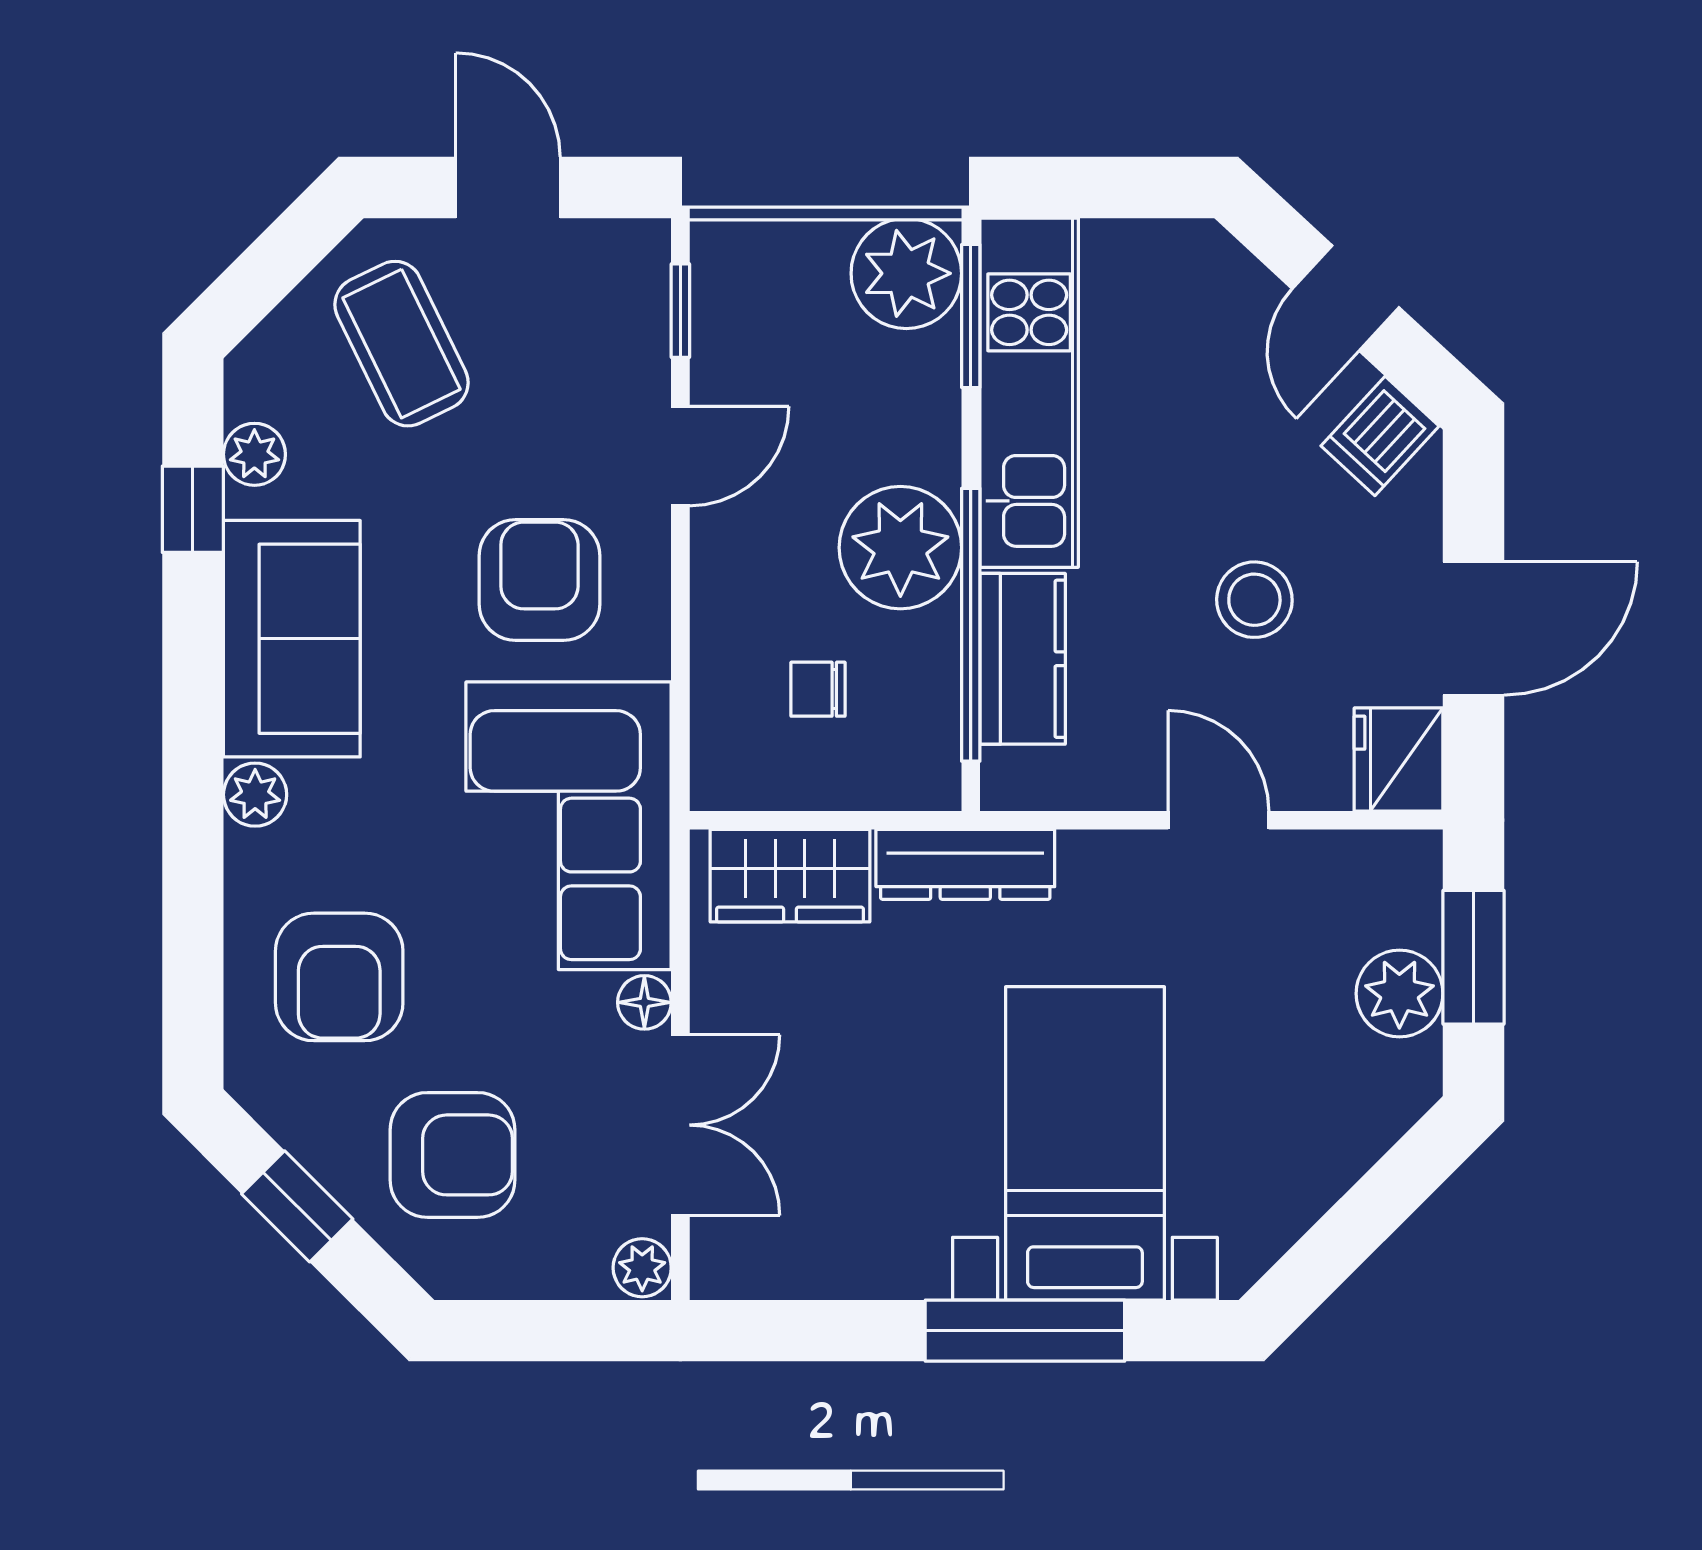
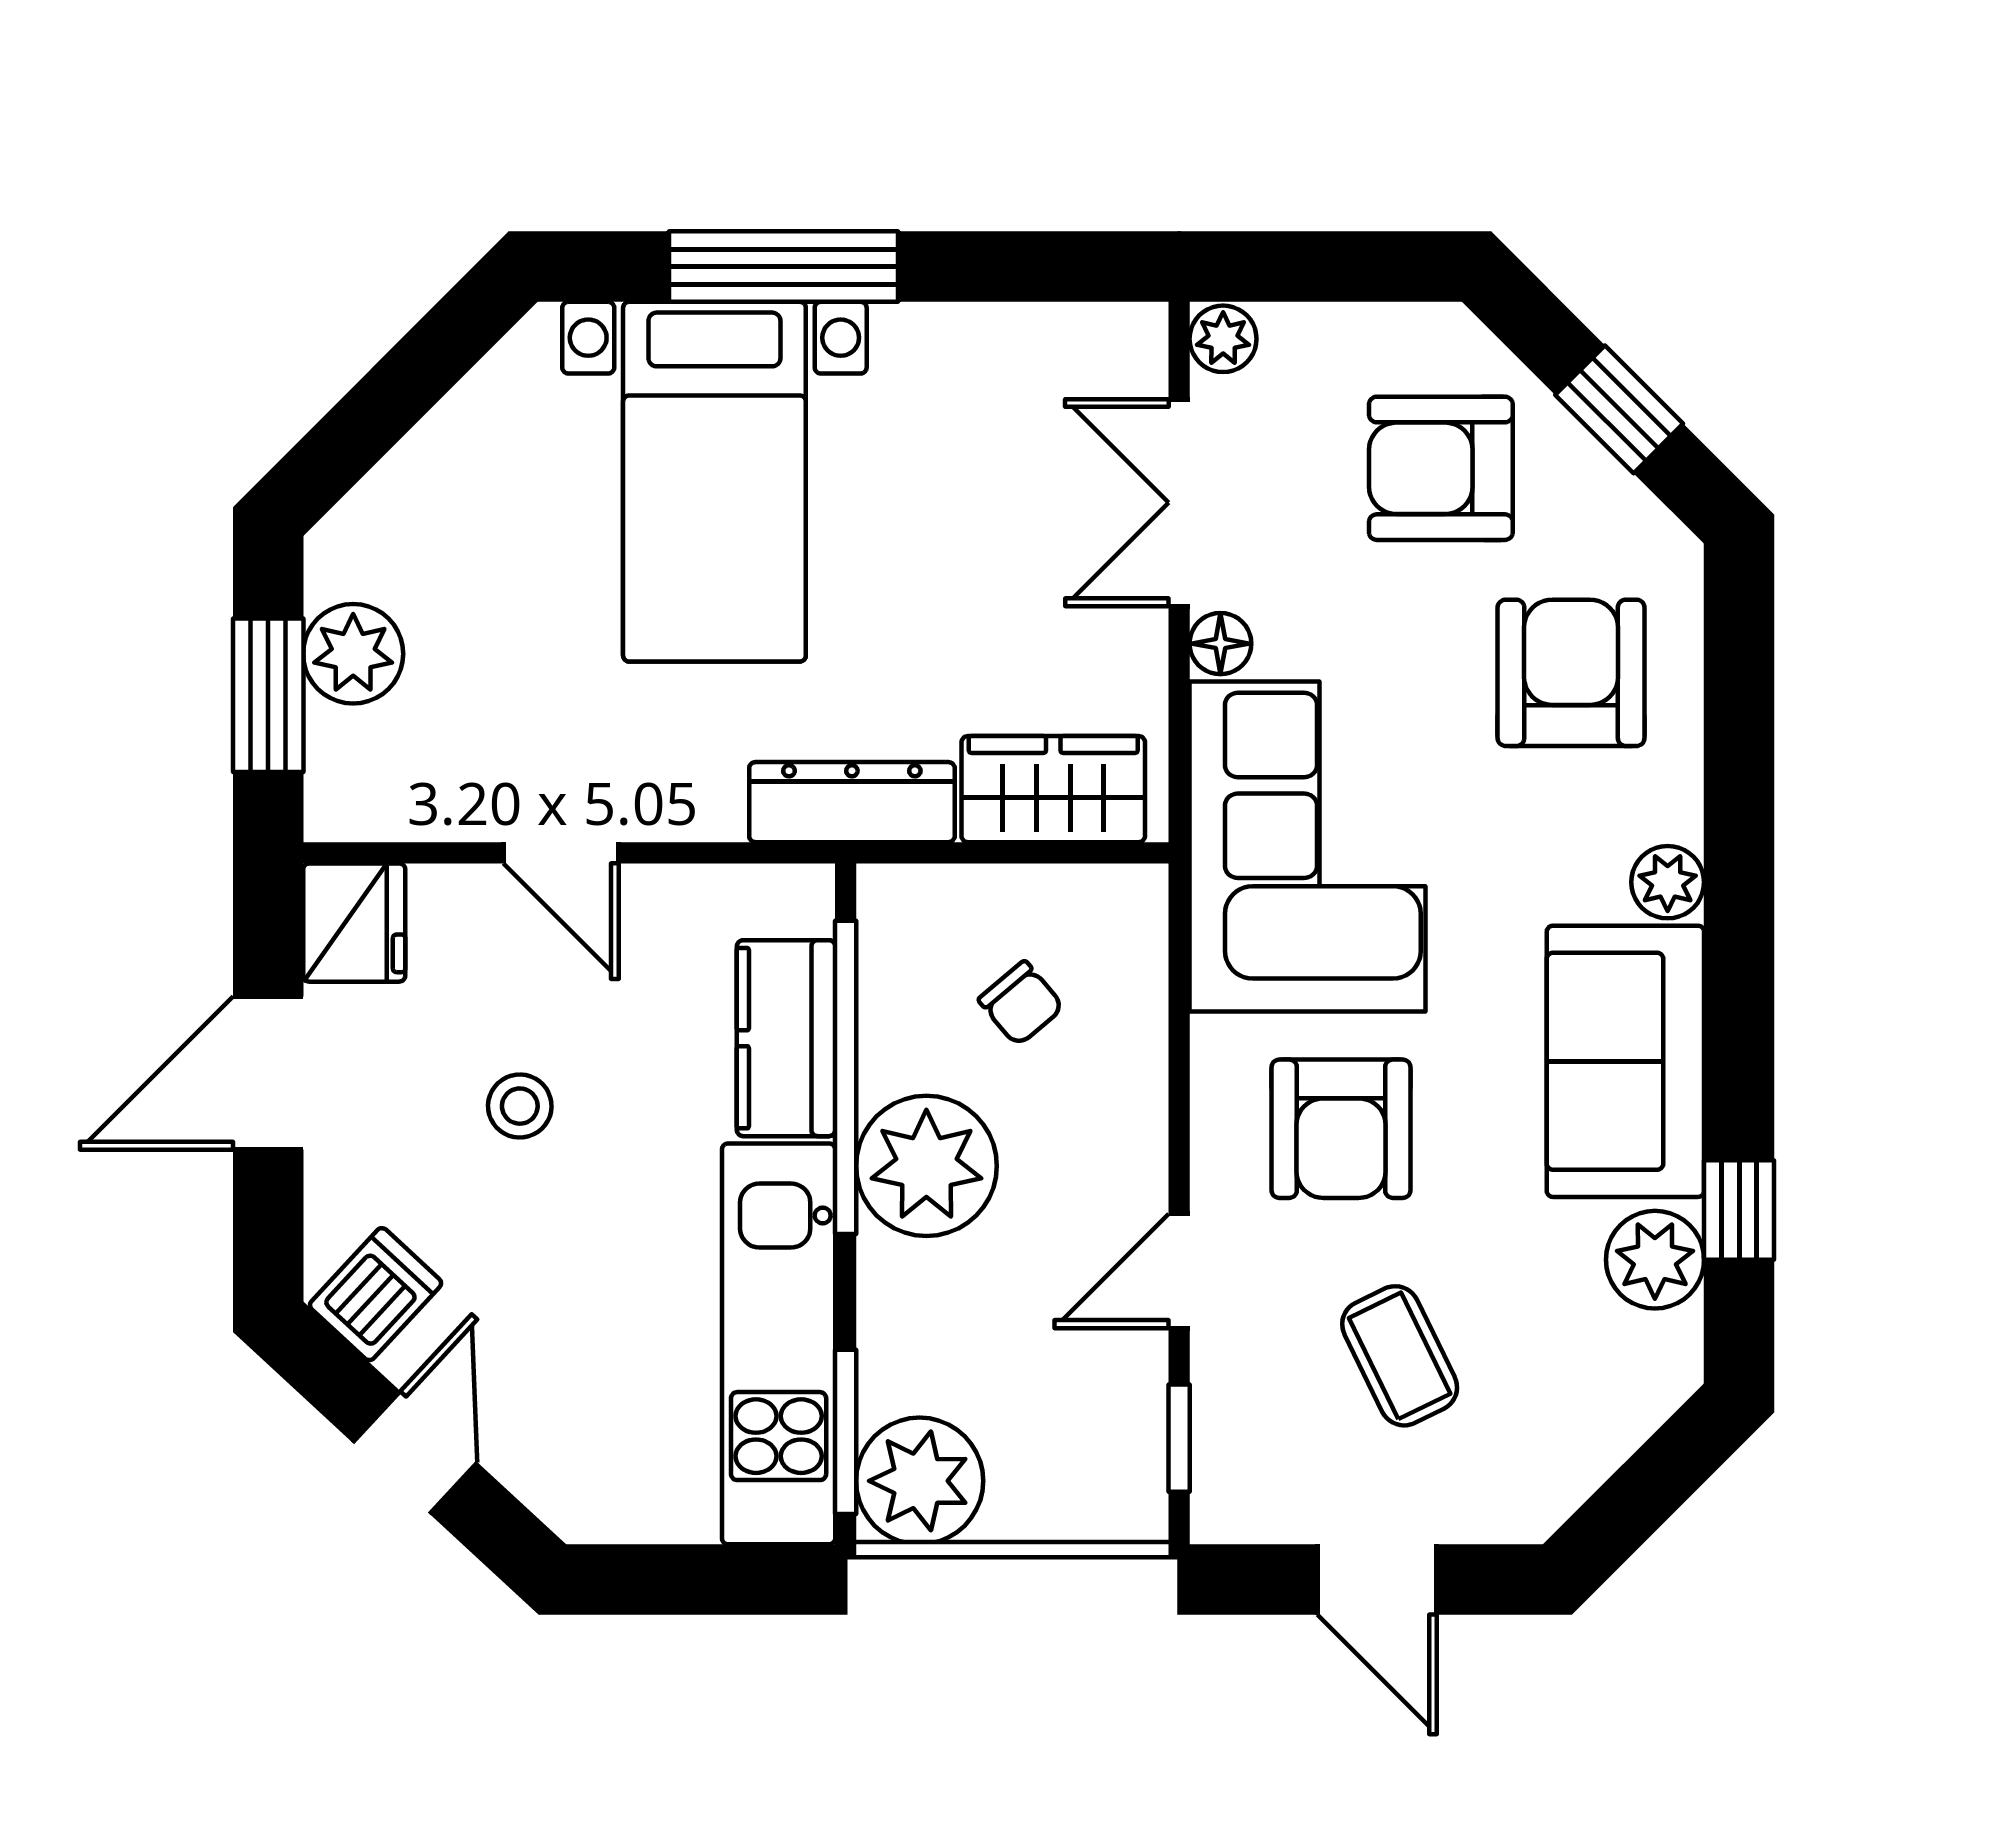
coffee table: (401, 344) -> (1400, 1356), moved, width x0.73, depth x0.77
plant: (254, 454) -> (1655, 1260), width x1.38, depth x1.38
stool: (1254, 600) -> (520, 1106), width x0.73, depth x0.73
chair: (818, 689) -> (1021, 1003), turned 50

